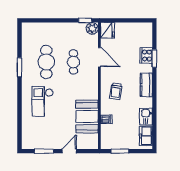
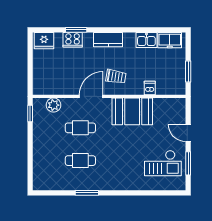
plant: (92, 28) -> (53, 105), moved
fridge: (107, 30) -> (44, 41), moved, turned 180
door: (99, 57) -> (91, 96), moved
cafe table: (46, 62) -> (80, 161), width x0.73, depth x0.74
checkout: (42, 101) -> (163, 163), moved
booth: (87, 116) -> (132, 111), moved

